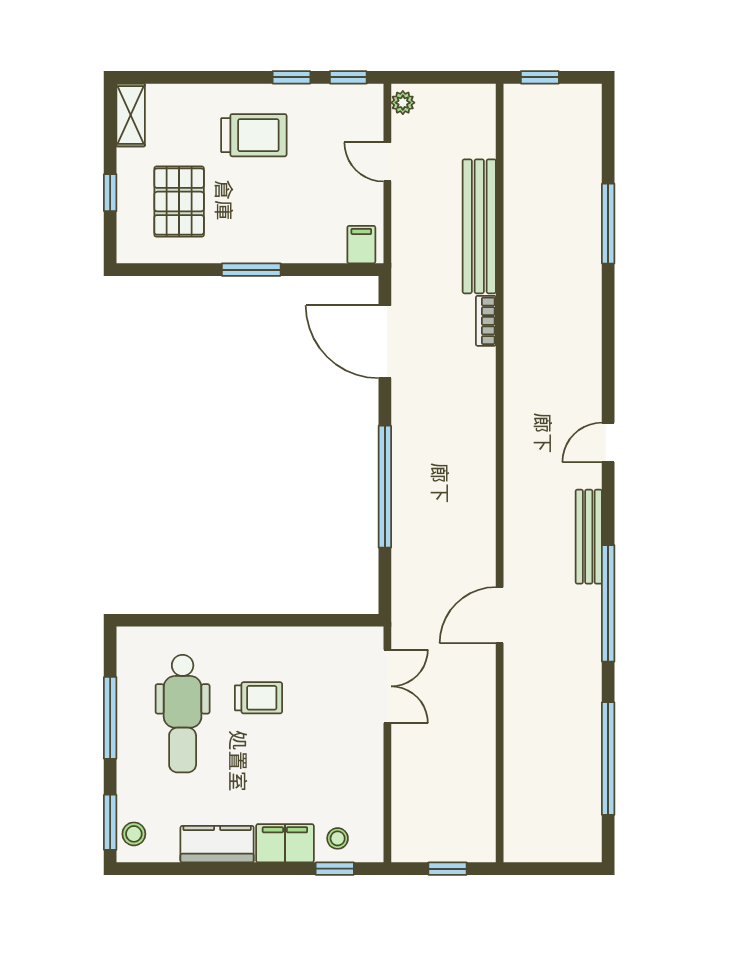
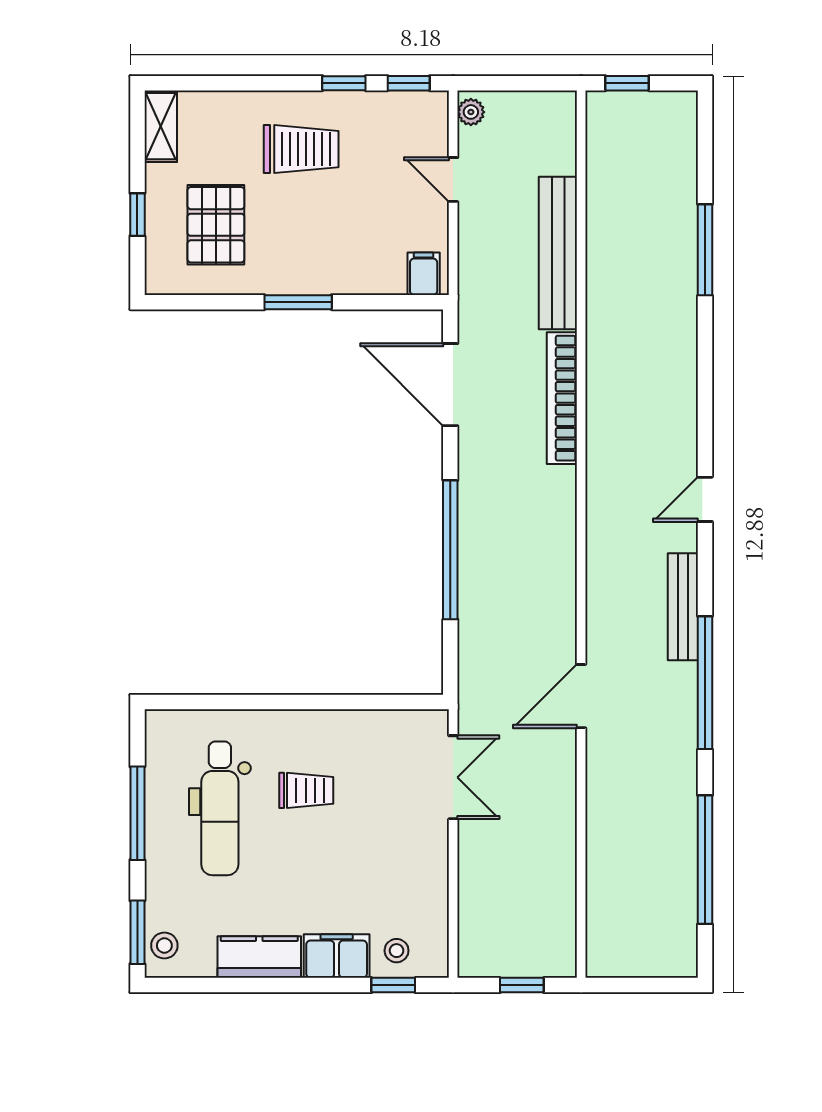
bookcase: (486, 321) -> (562, 398), width x2.31, depth x1.31

